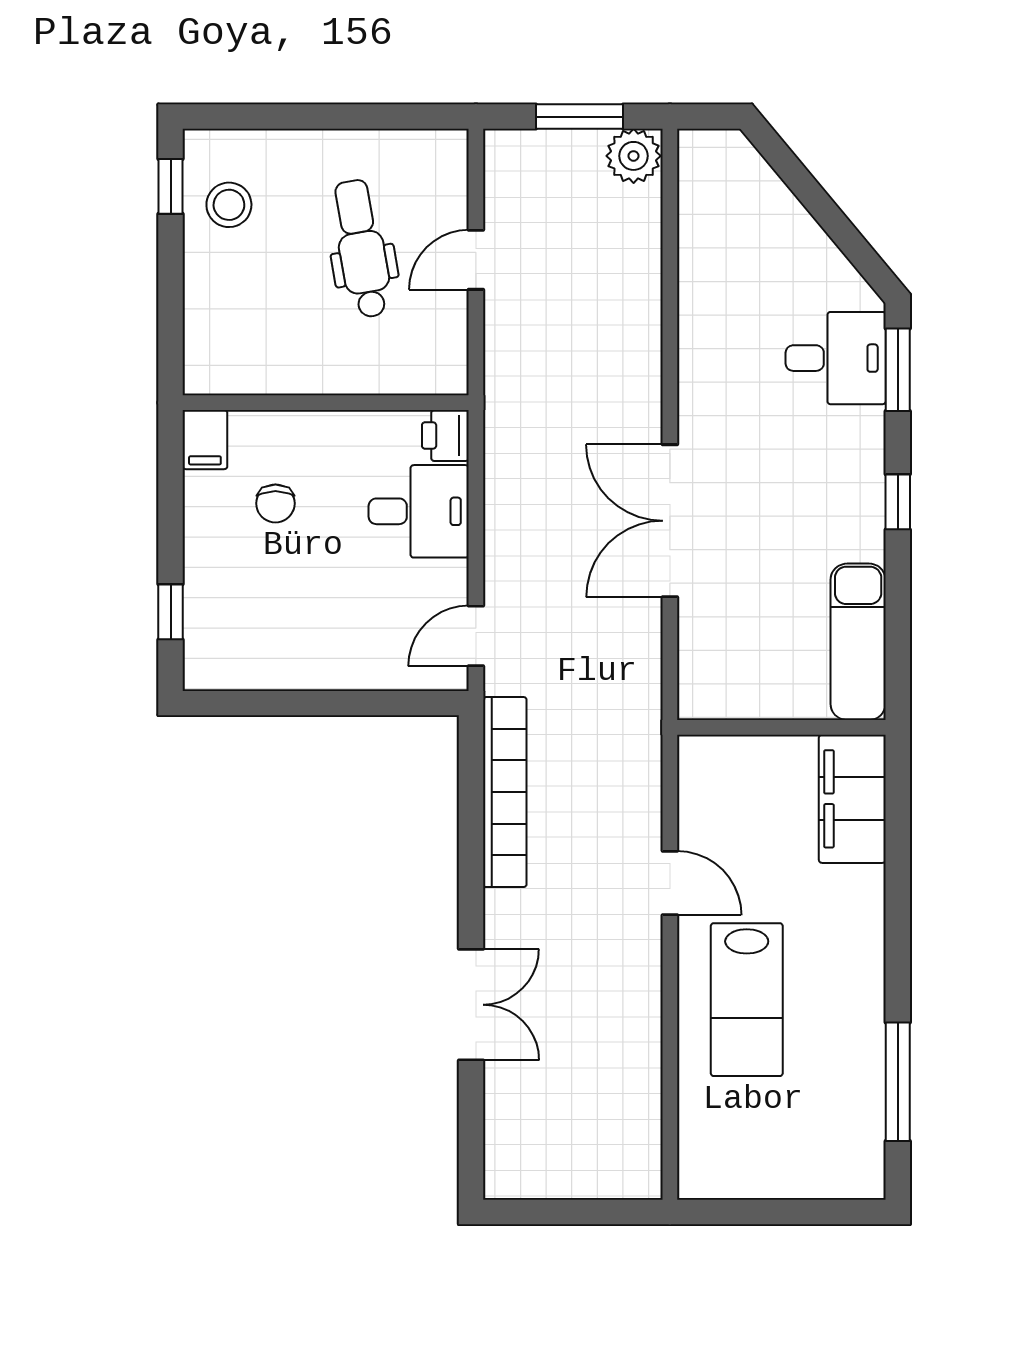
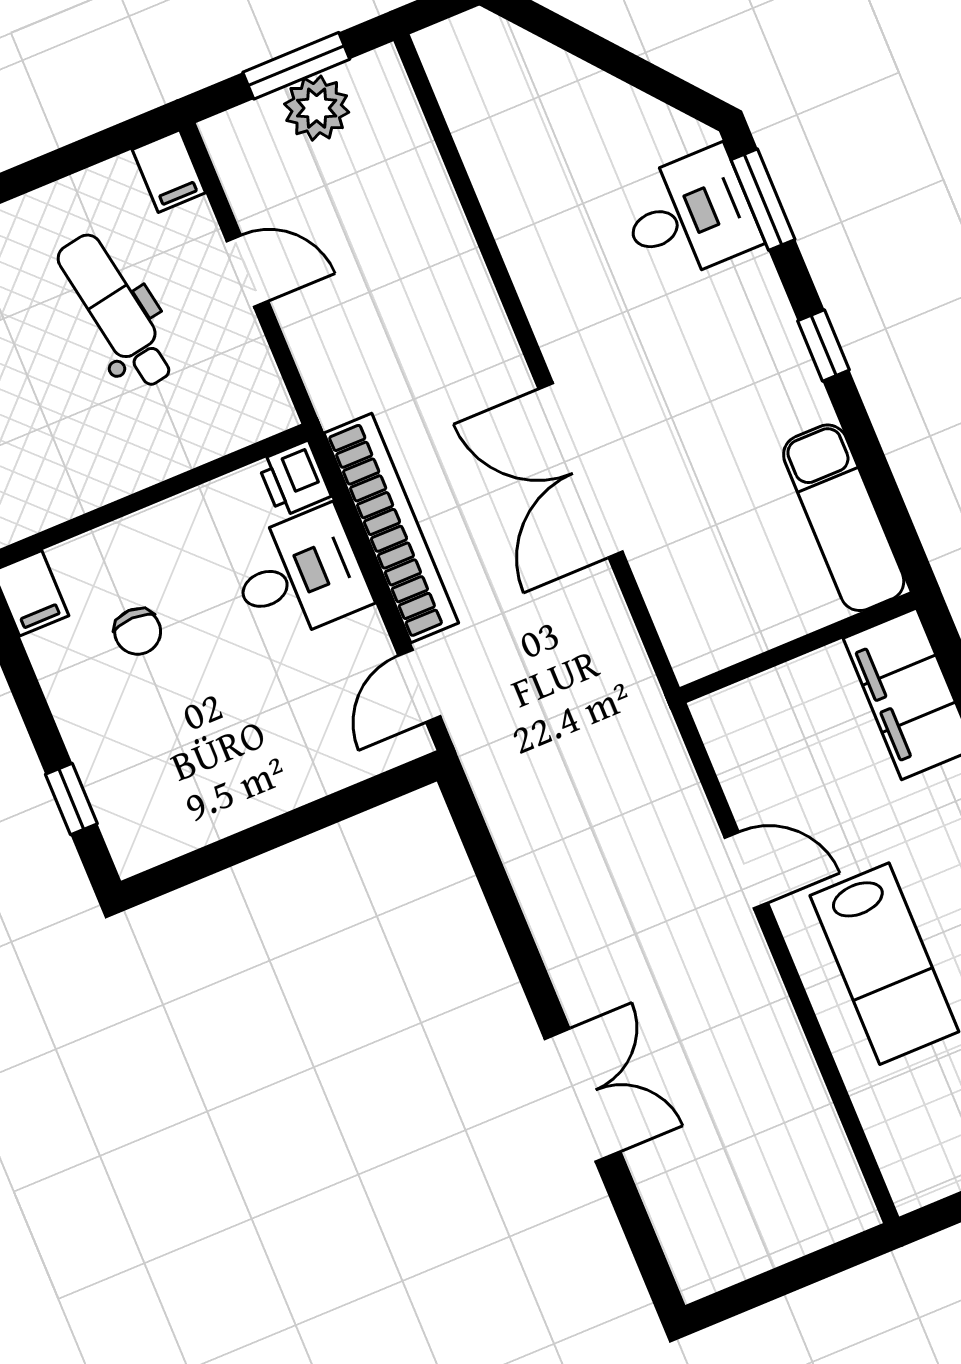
plant: (634, 156) -> (317, 108), moved
filing cabinet: (447, 157) -> (169, 171), added
door: (476, 260) -> (247, 271), swing flipped
bookcase: (505, 792) -> (391, 528), moved

